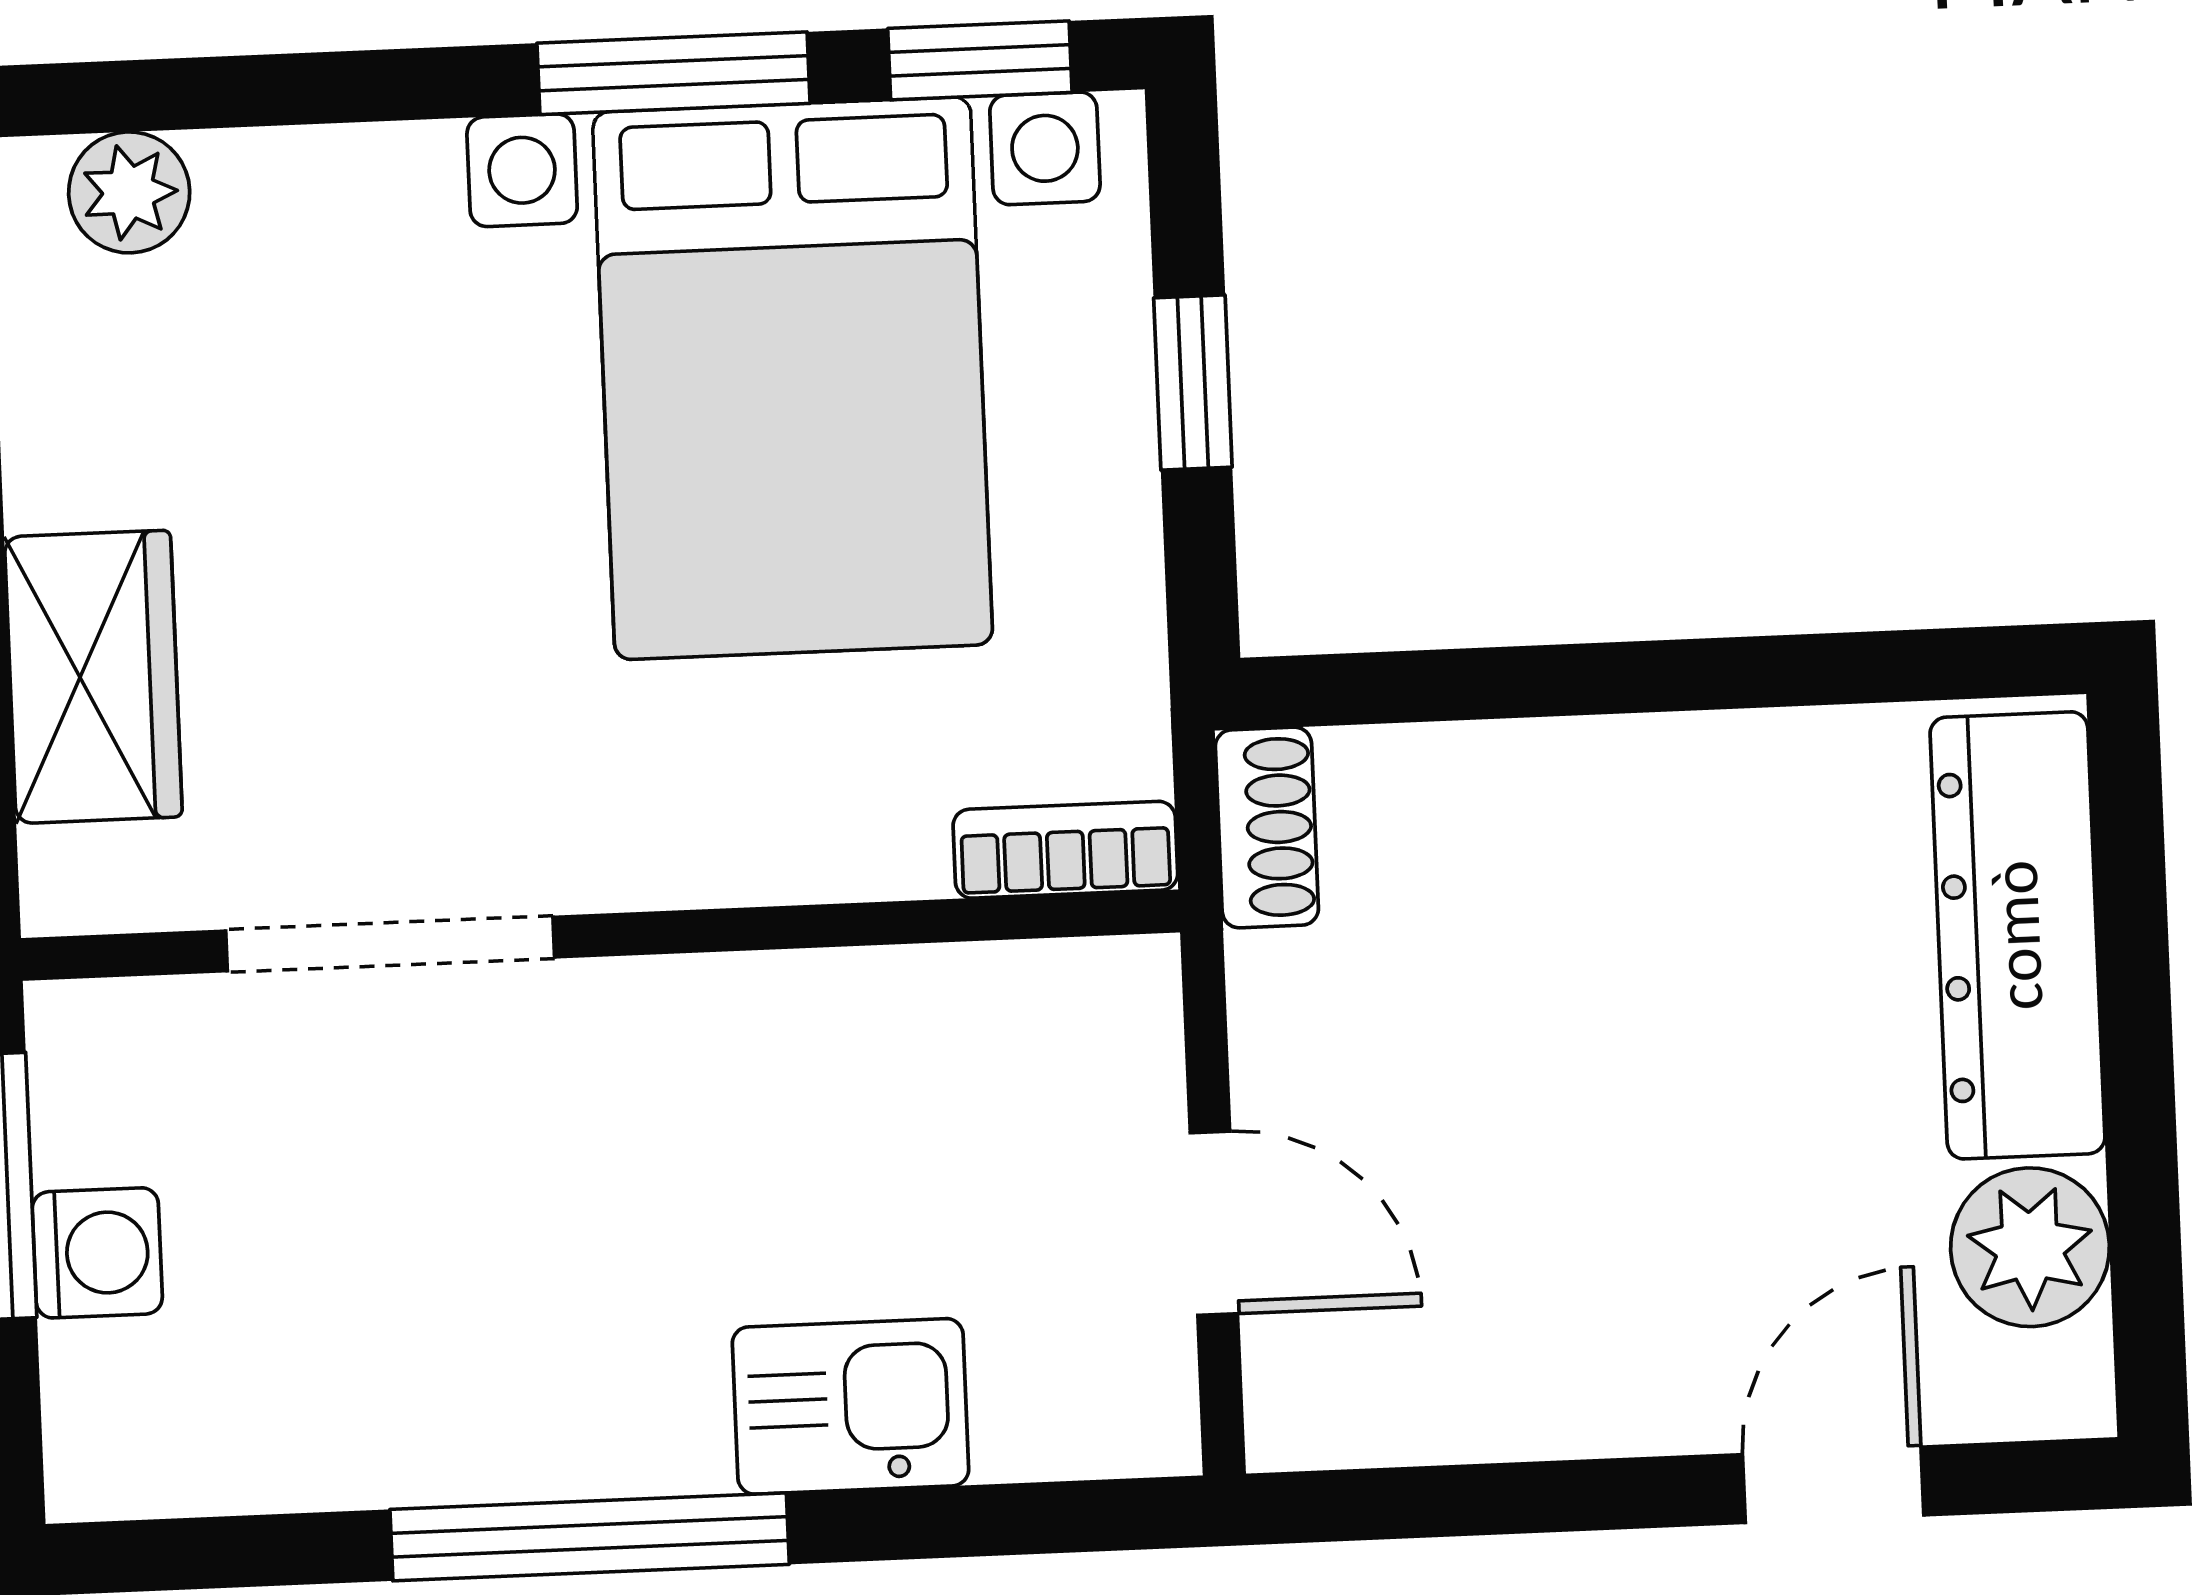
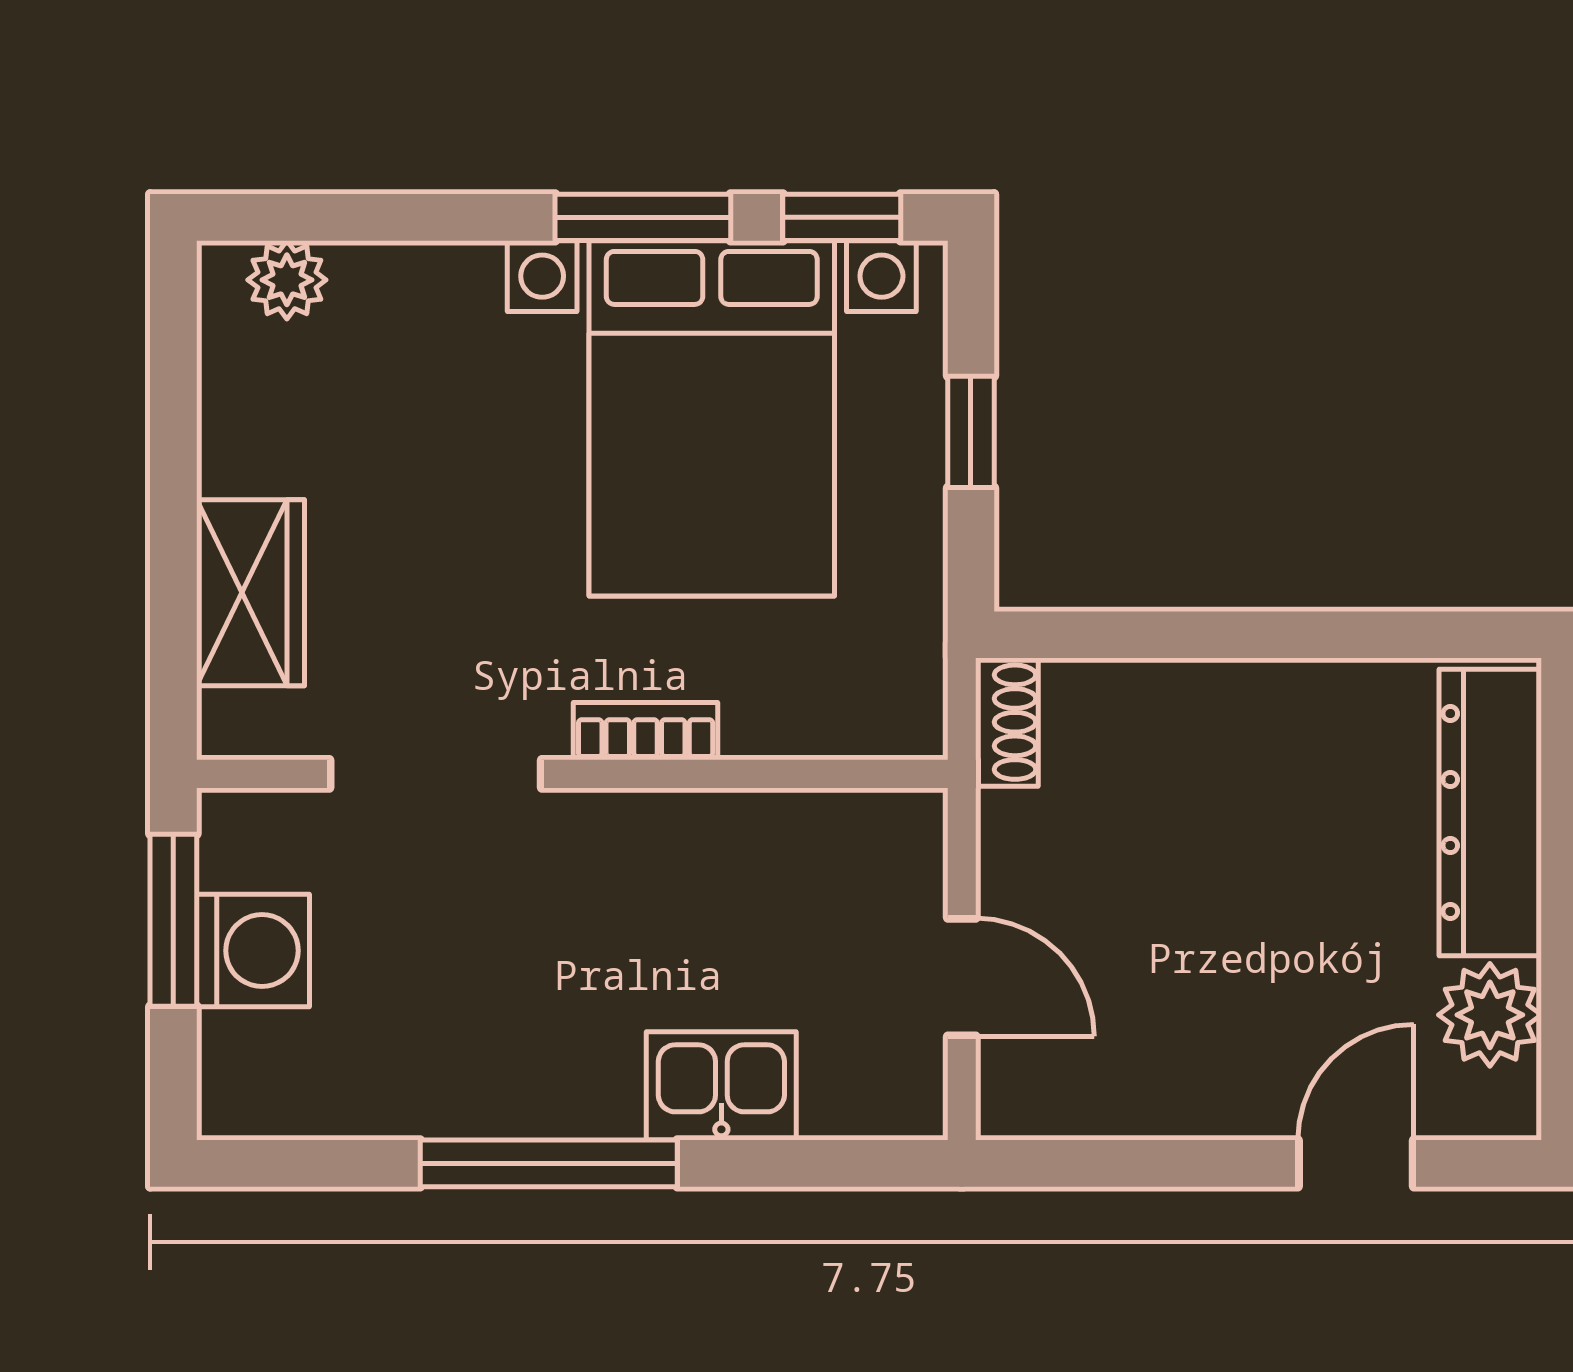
bookcase: (1065, 850) -> (646, 731), moved
washing machine: (97, 1253) -> (253, 951), width x1.38, depth x1.38

